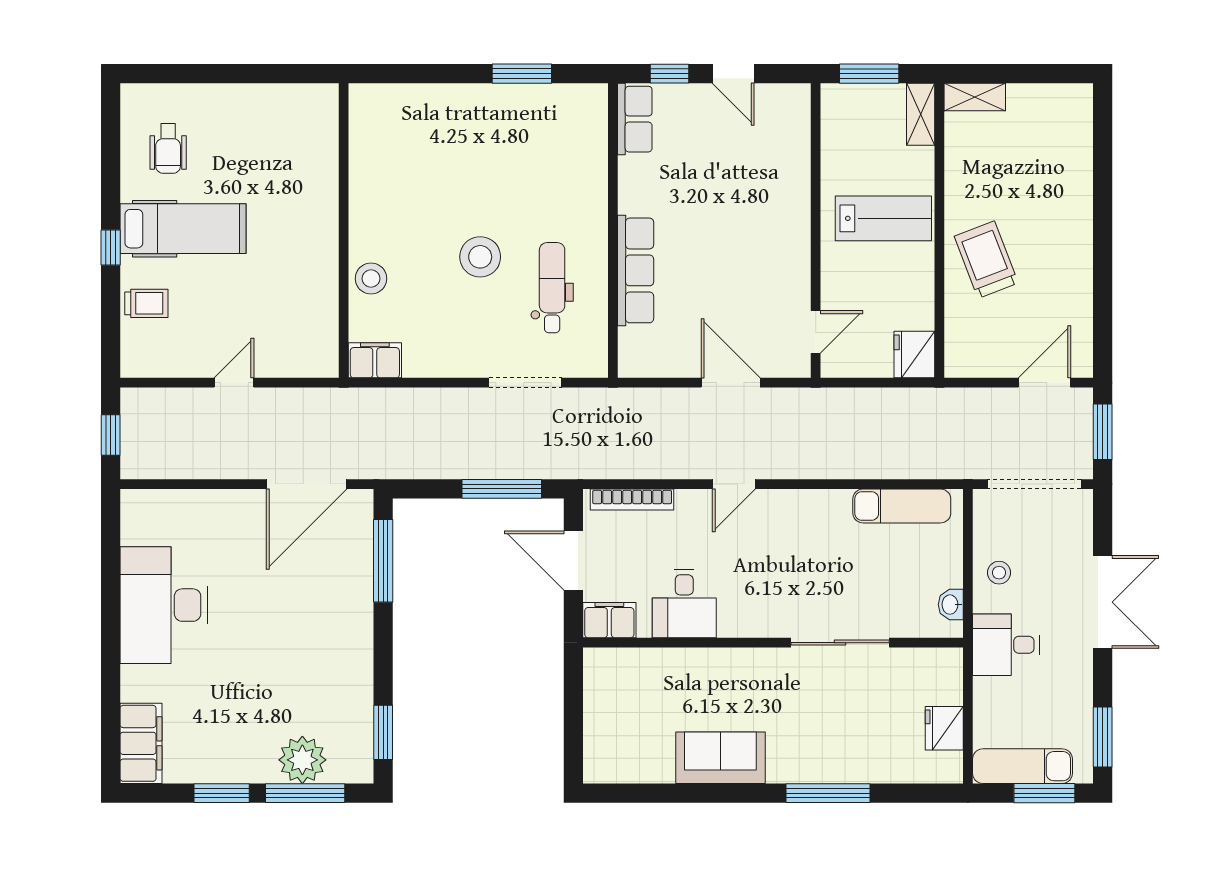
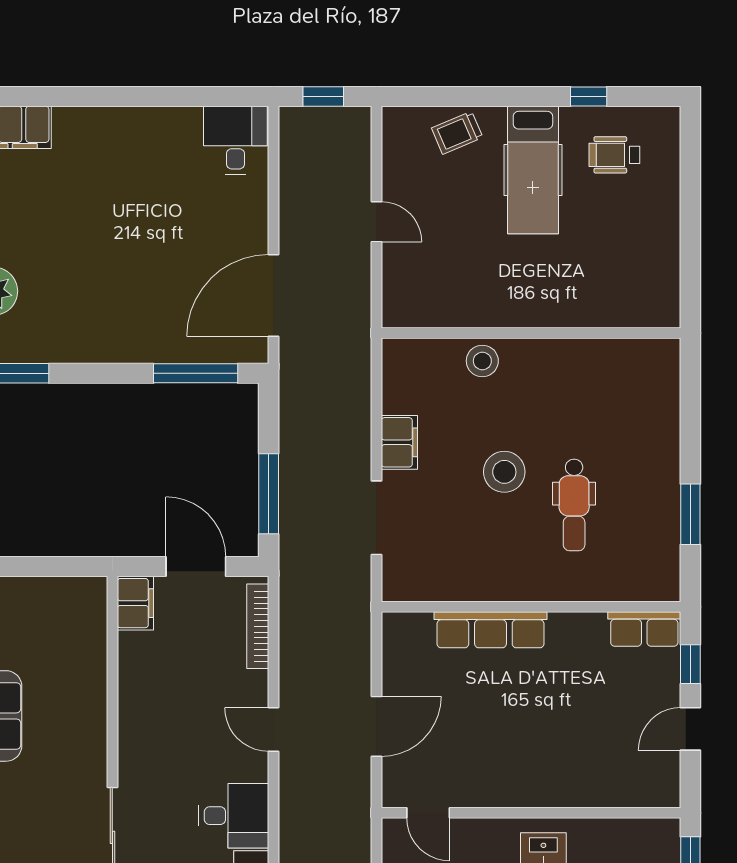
window: (111, 247) -> (589, 96), moved
dental chair: (552, 288) -> (574, 505), moved, turned 90
trolley: (146, 303) -> (457, 133), turned 67
filing cabinet: (375, 360) -> (399, 442), moved
door: (307, 484) -> (273, 296), hinge flipped
door: (573, 561) -> (196, 566), hinge flipped
desk: (684, 603) -> (234, 816), moved, turned 180
desk: (164, 605) -> (235, 140), moved, width x0.53, depth x0.77

